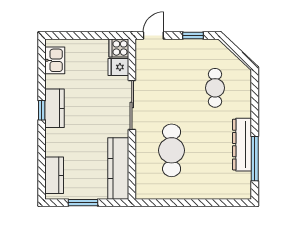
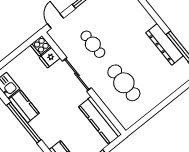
cafe table: (215, 88) -> (93, 44), moved
kitchen counter: (55, 108) -> (24, 106), moved
window: (42, 110) -> (24, 122), width x3.17

